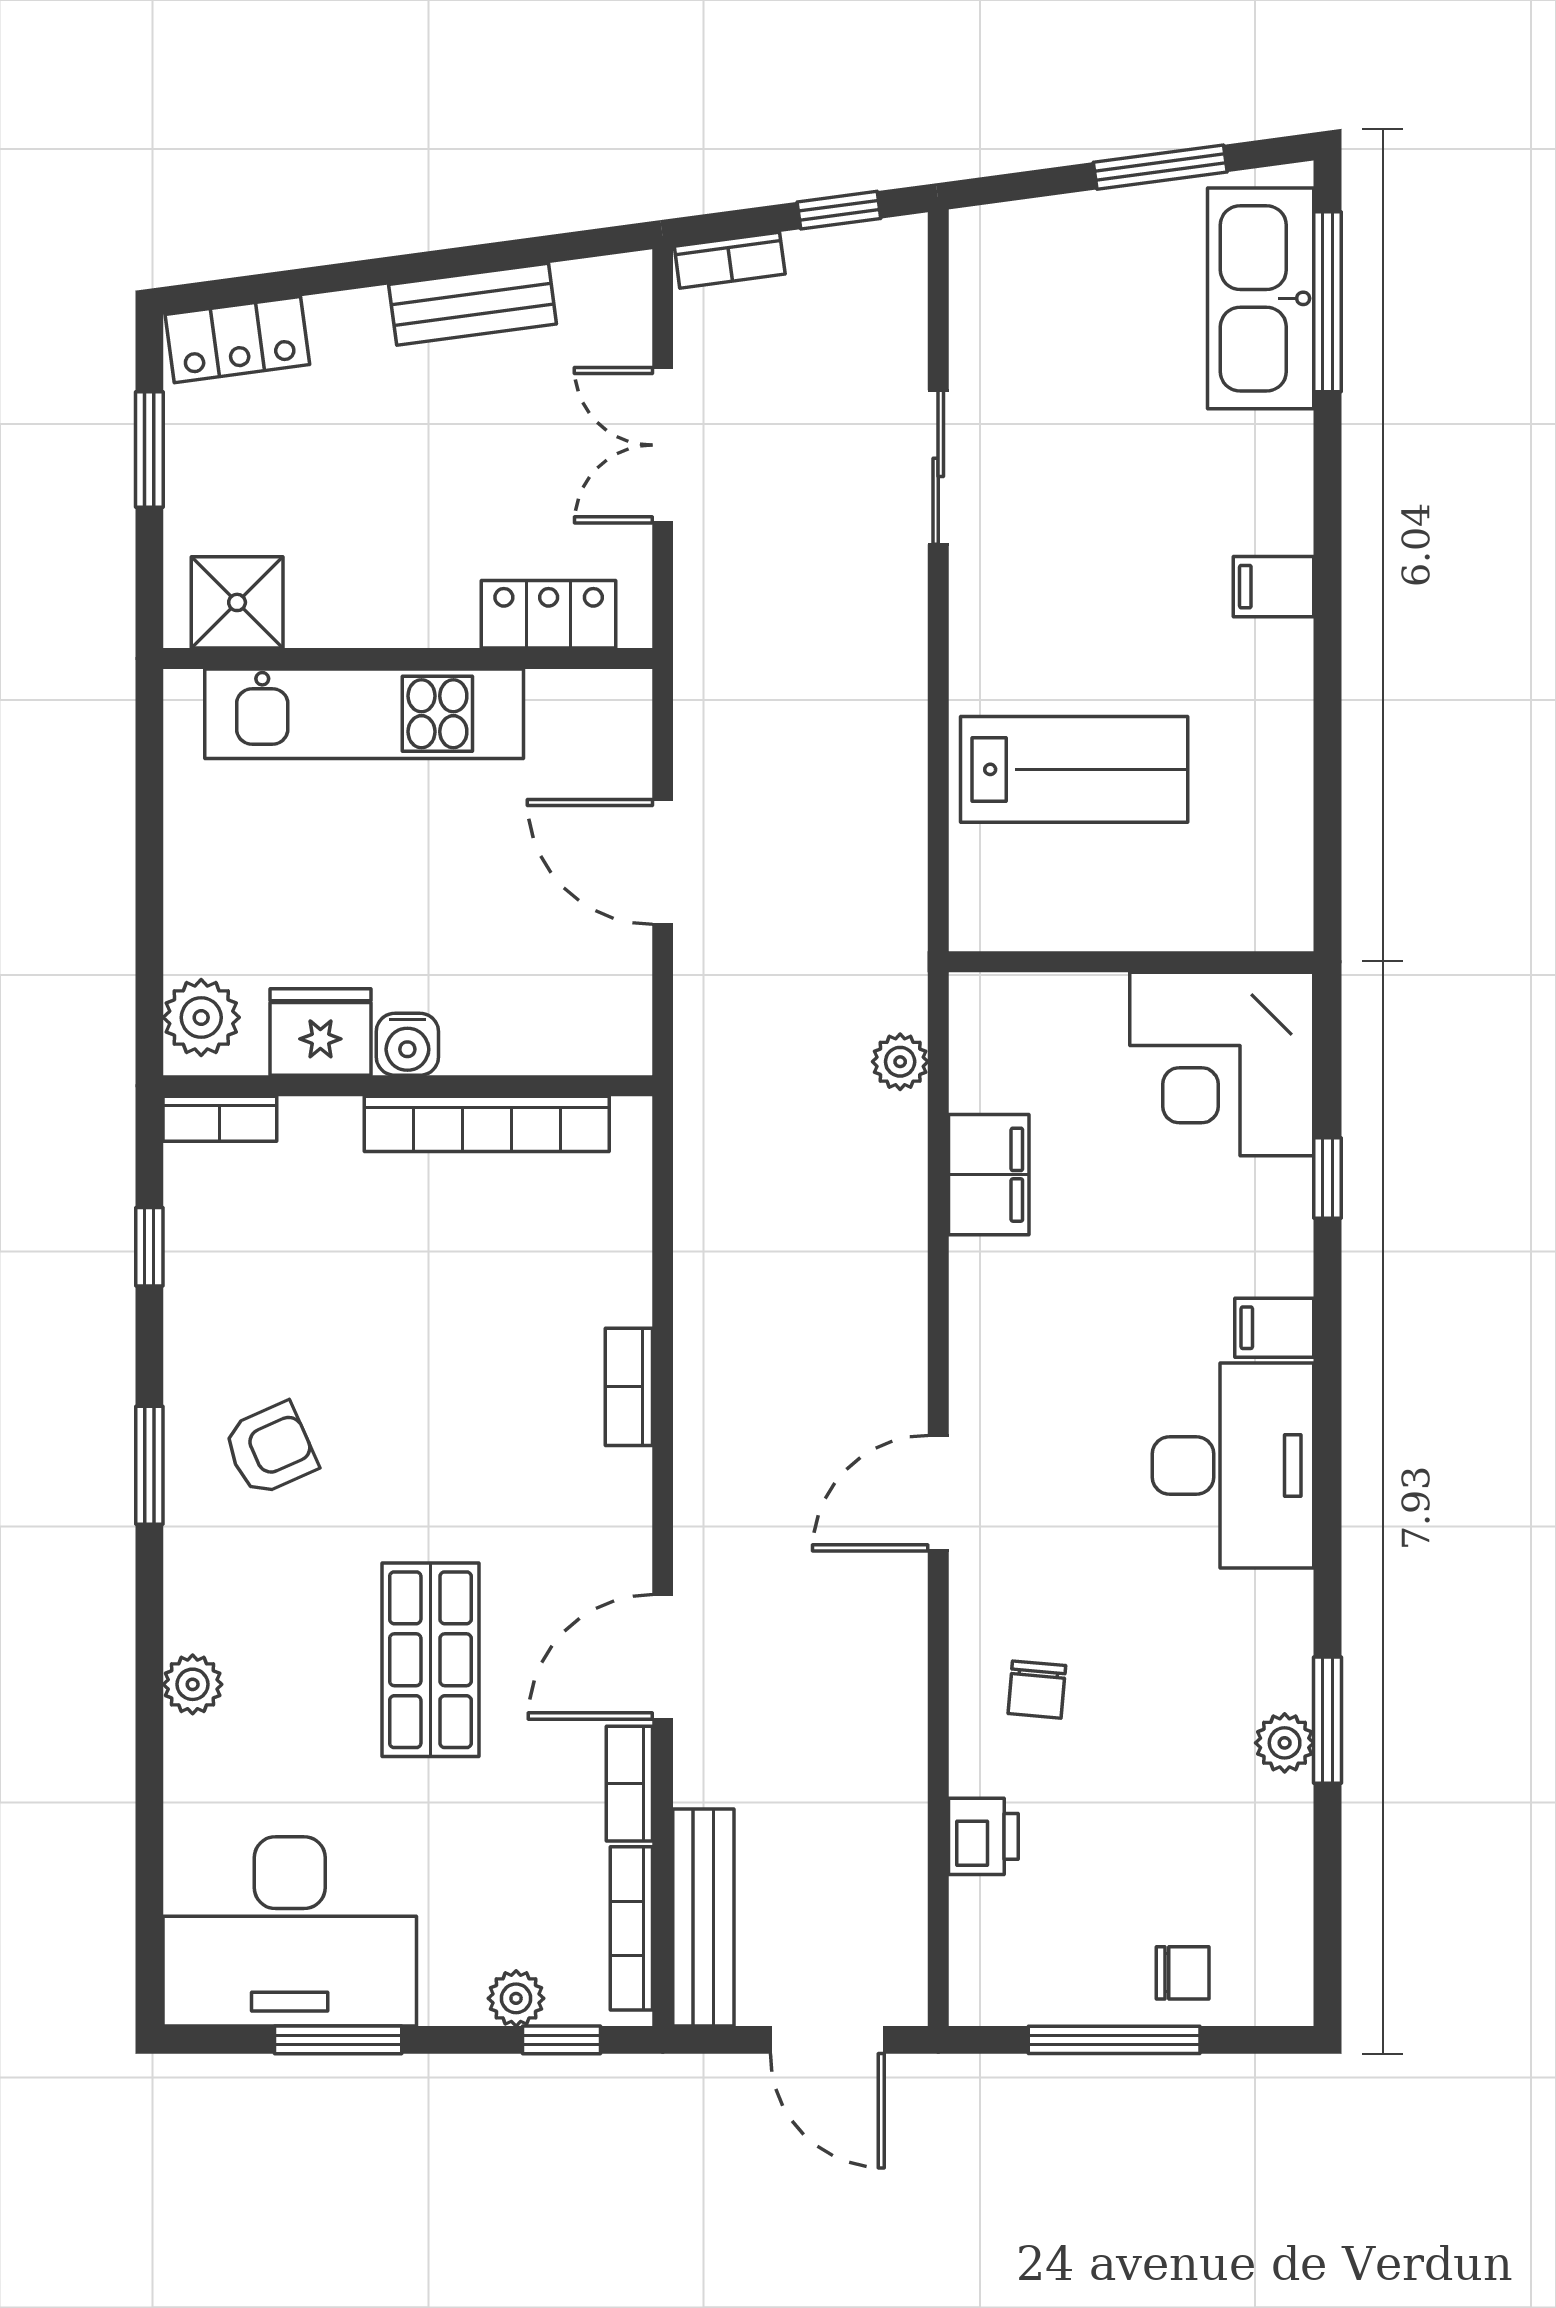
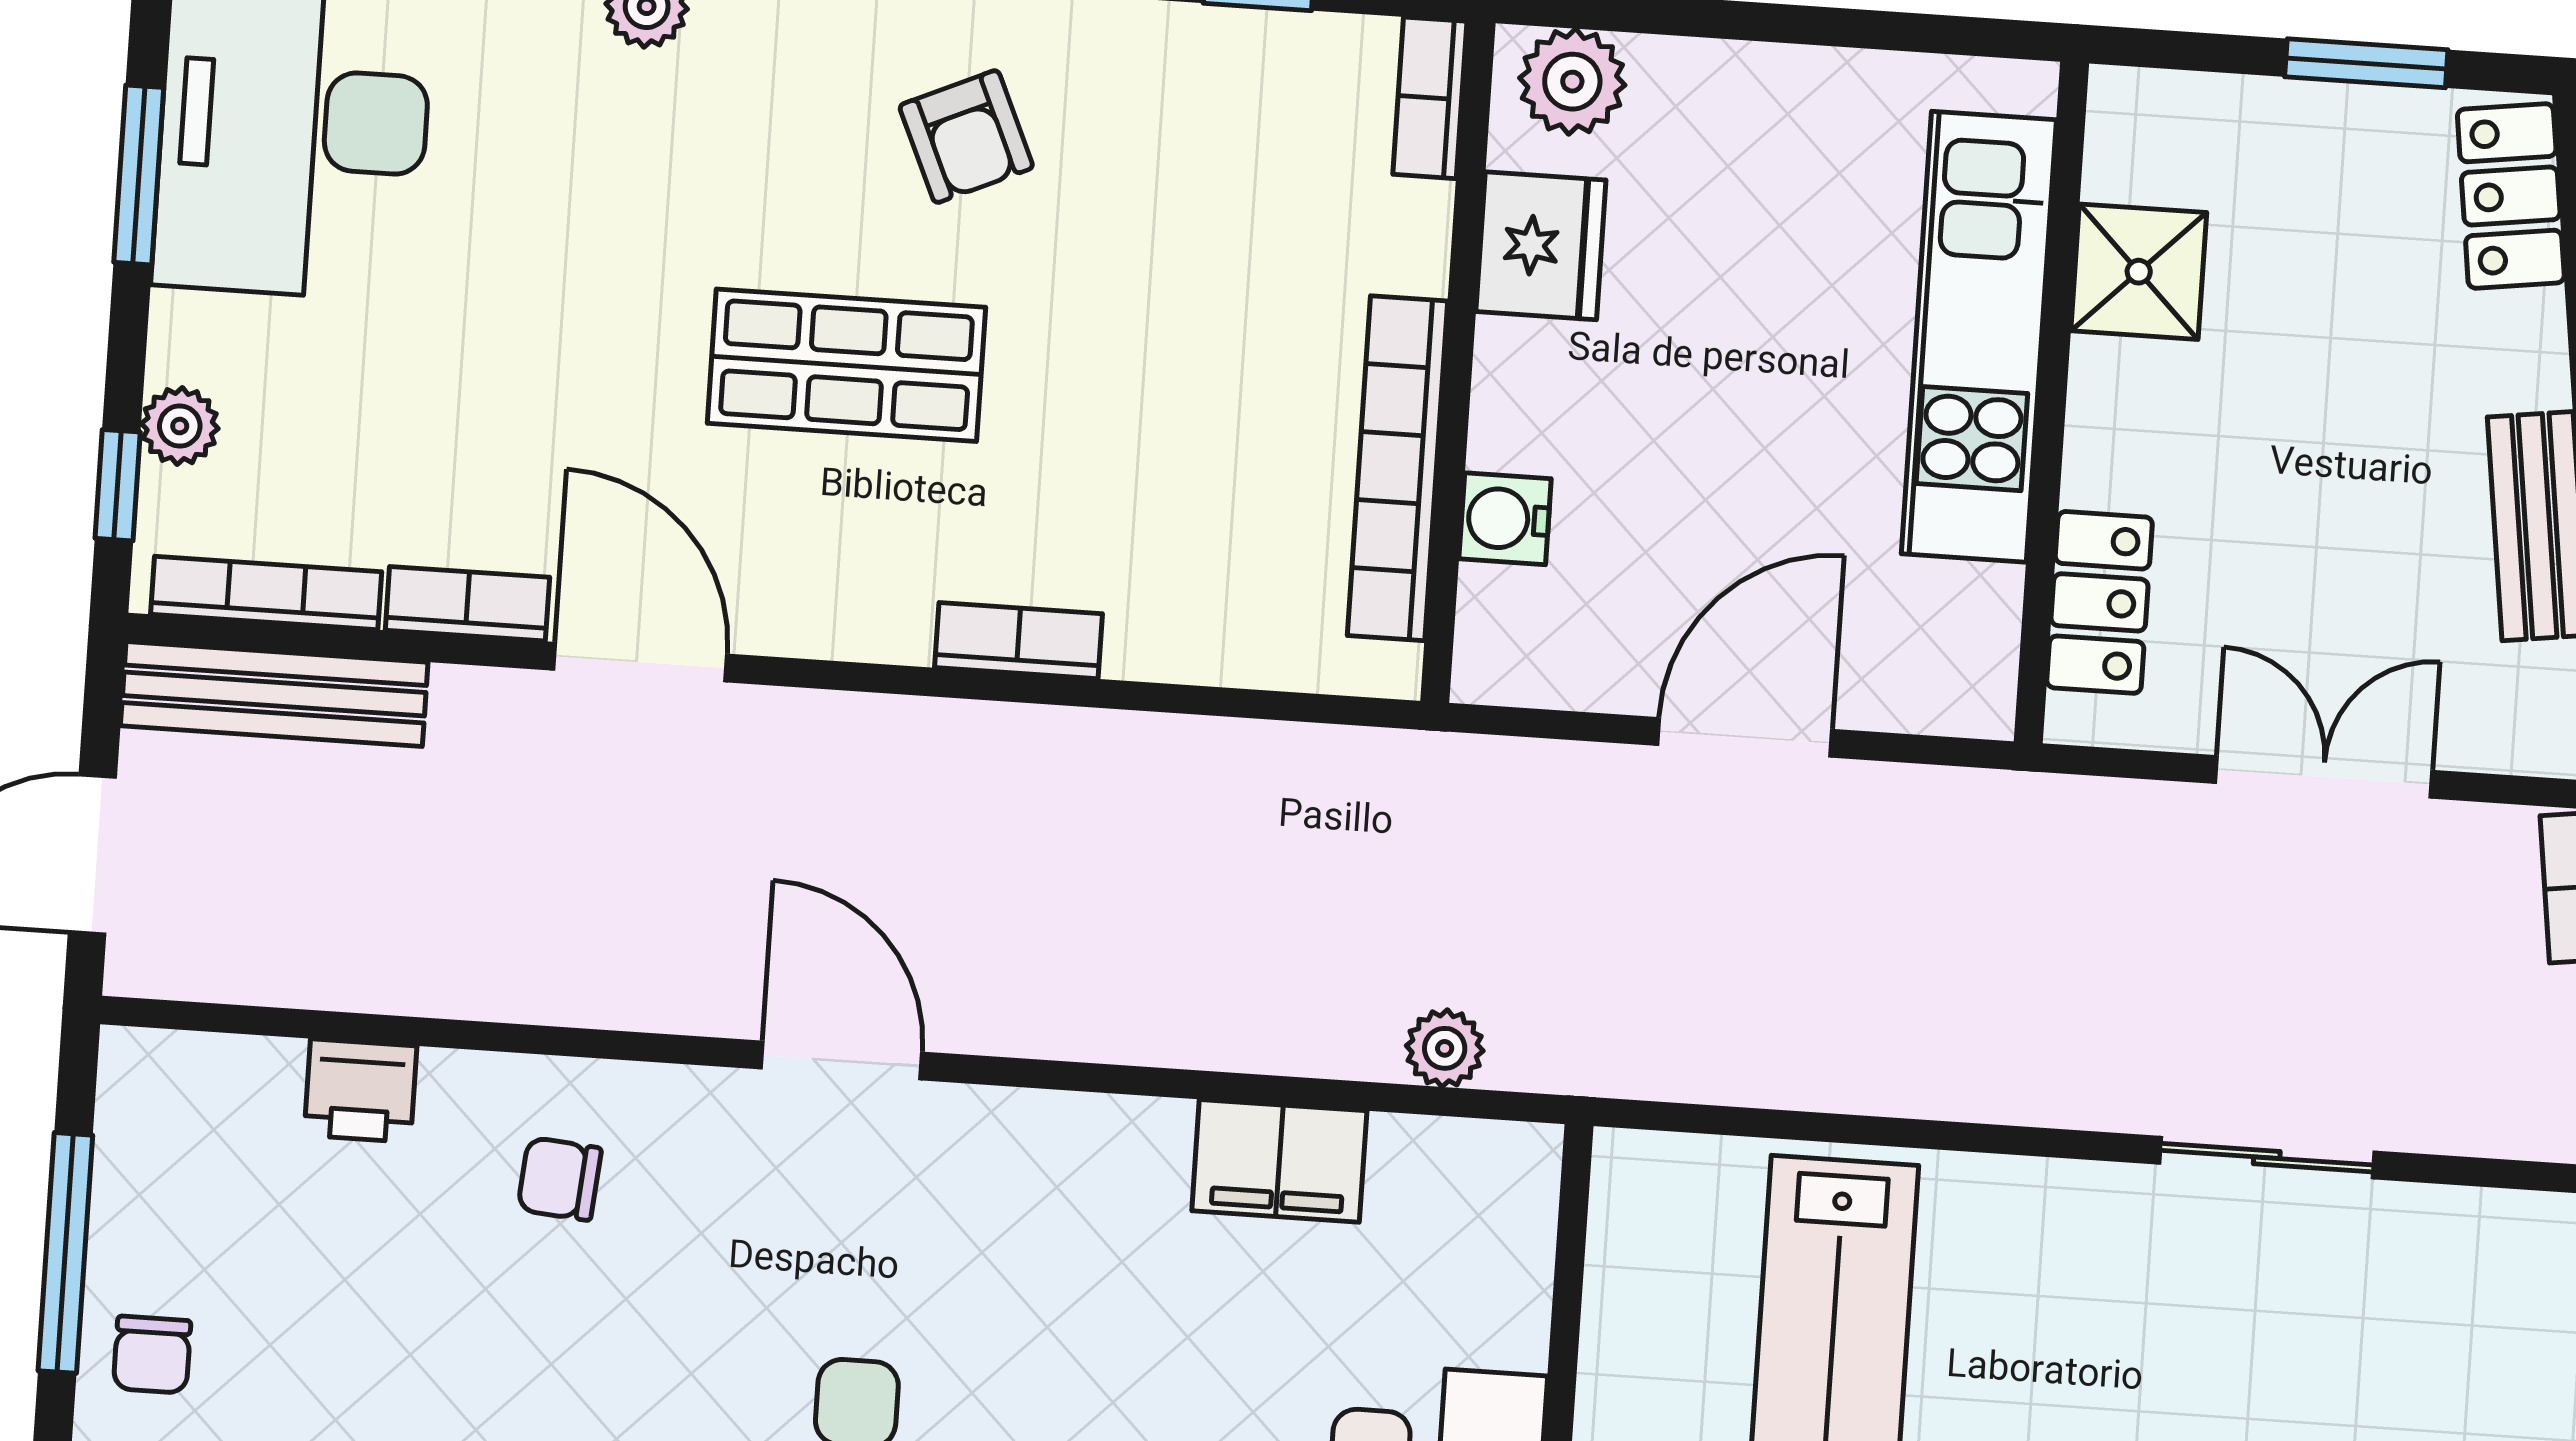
shower: (237, 602) -> (2139, 272), moved
water cooler: (407, 1044) -> (1505, 519), moved
shop shelf: (430, 1660) -> (846, 365), moved

